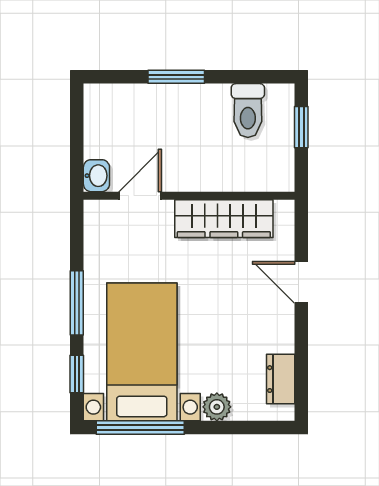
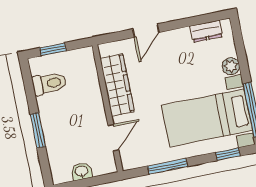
washbasin: (96, 176) -> (82, 171), moved
door: (140, 196) -> (113, 138), swing flipped
window: (77, 303) -> (168, 166), moved

